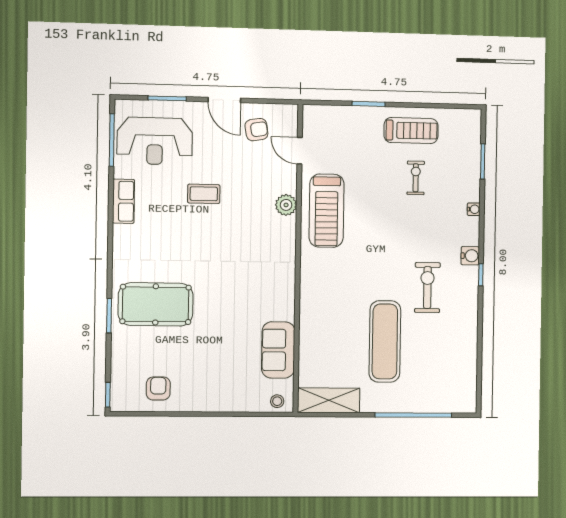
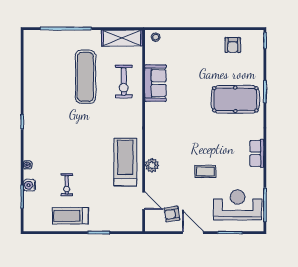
row of seats: (124, 201) -> (257, 153), moved
water cooler: (470, 256) -> (29, 185), moved
exercise bike: (427, 288) -> (124, 81), moved
sofa: (278, 350) -> (155, 83), moved

